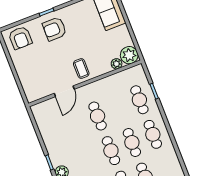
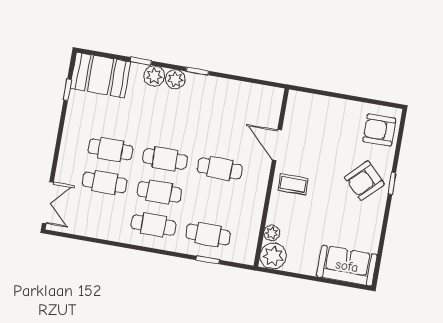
armchair: (54, 29) -> (364, 181), turned -135

